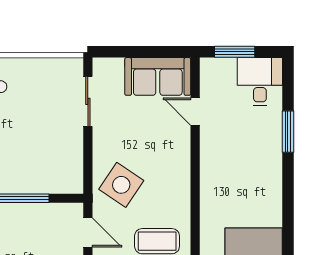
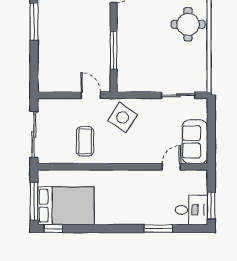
window: (235, 52) -> (211, 206), moved
door: (88, 233) -> (91, 95), swing flipped

